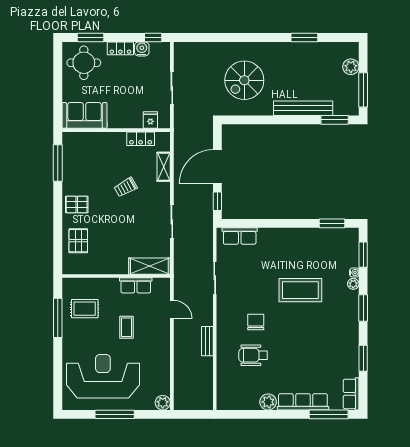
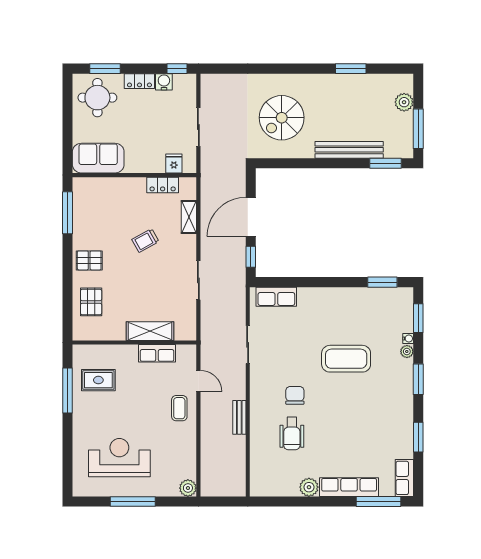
shelving: (149, 266) -> (150, 331), moved
coffee table: (126, 327) -> (179, 408), moved
wheelchair: (253, 355) -> (292, 434), turned -90
reception desk: (103, 376) -> (119, 458), width x0.74, depth x0.77

